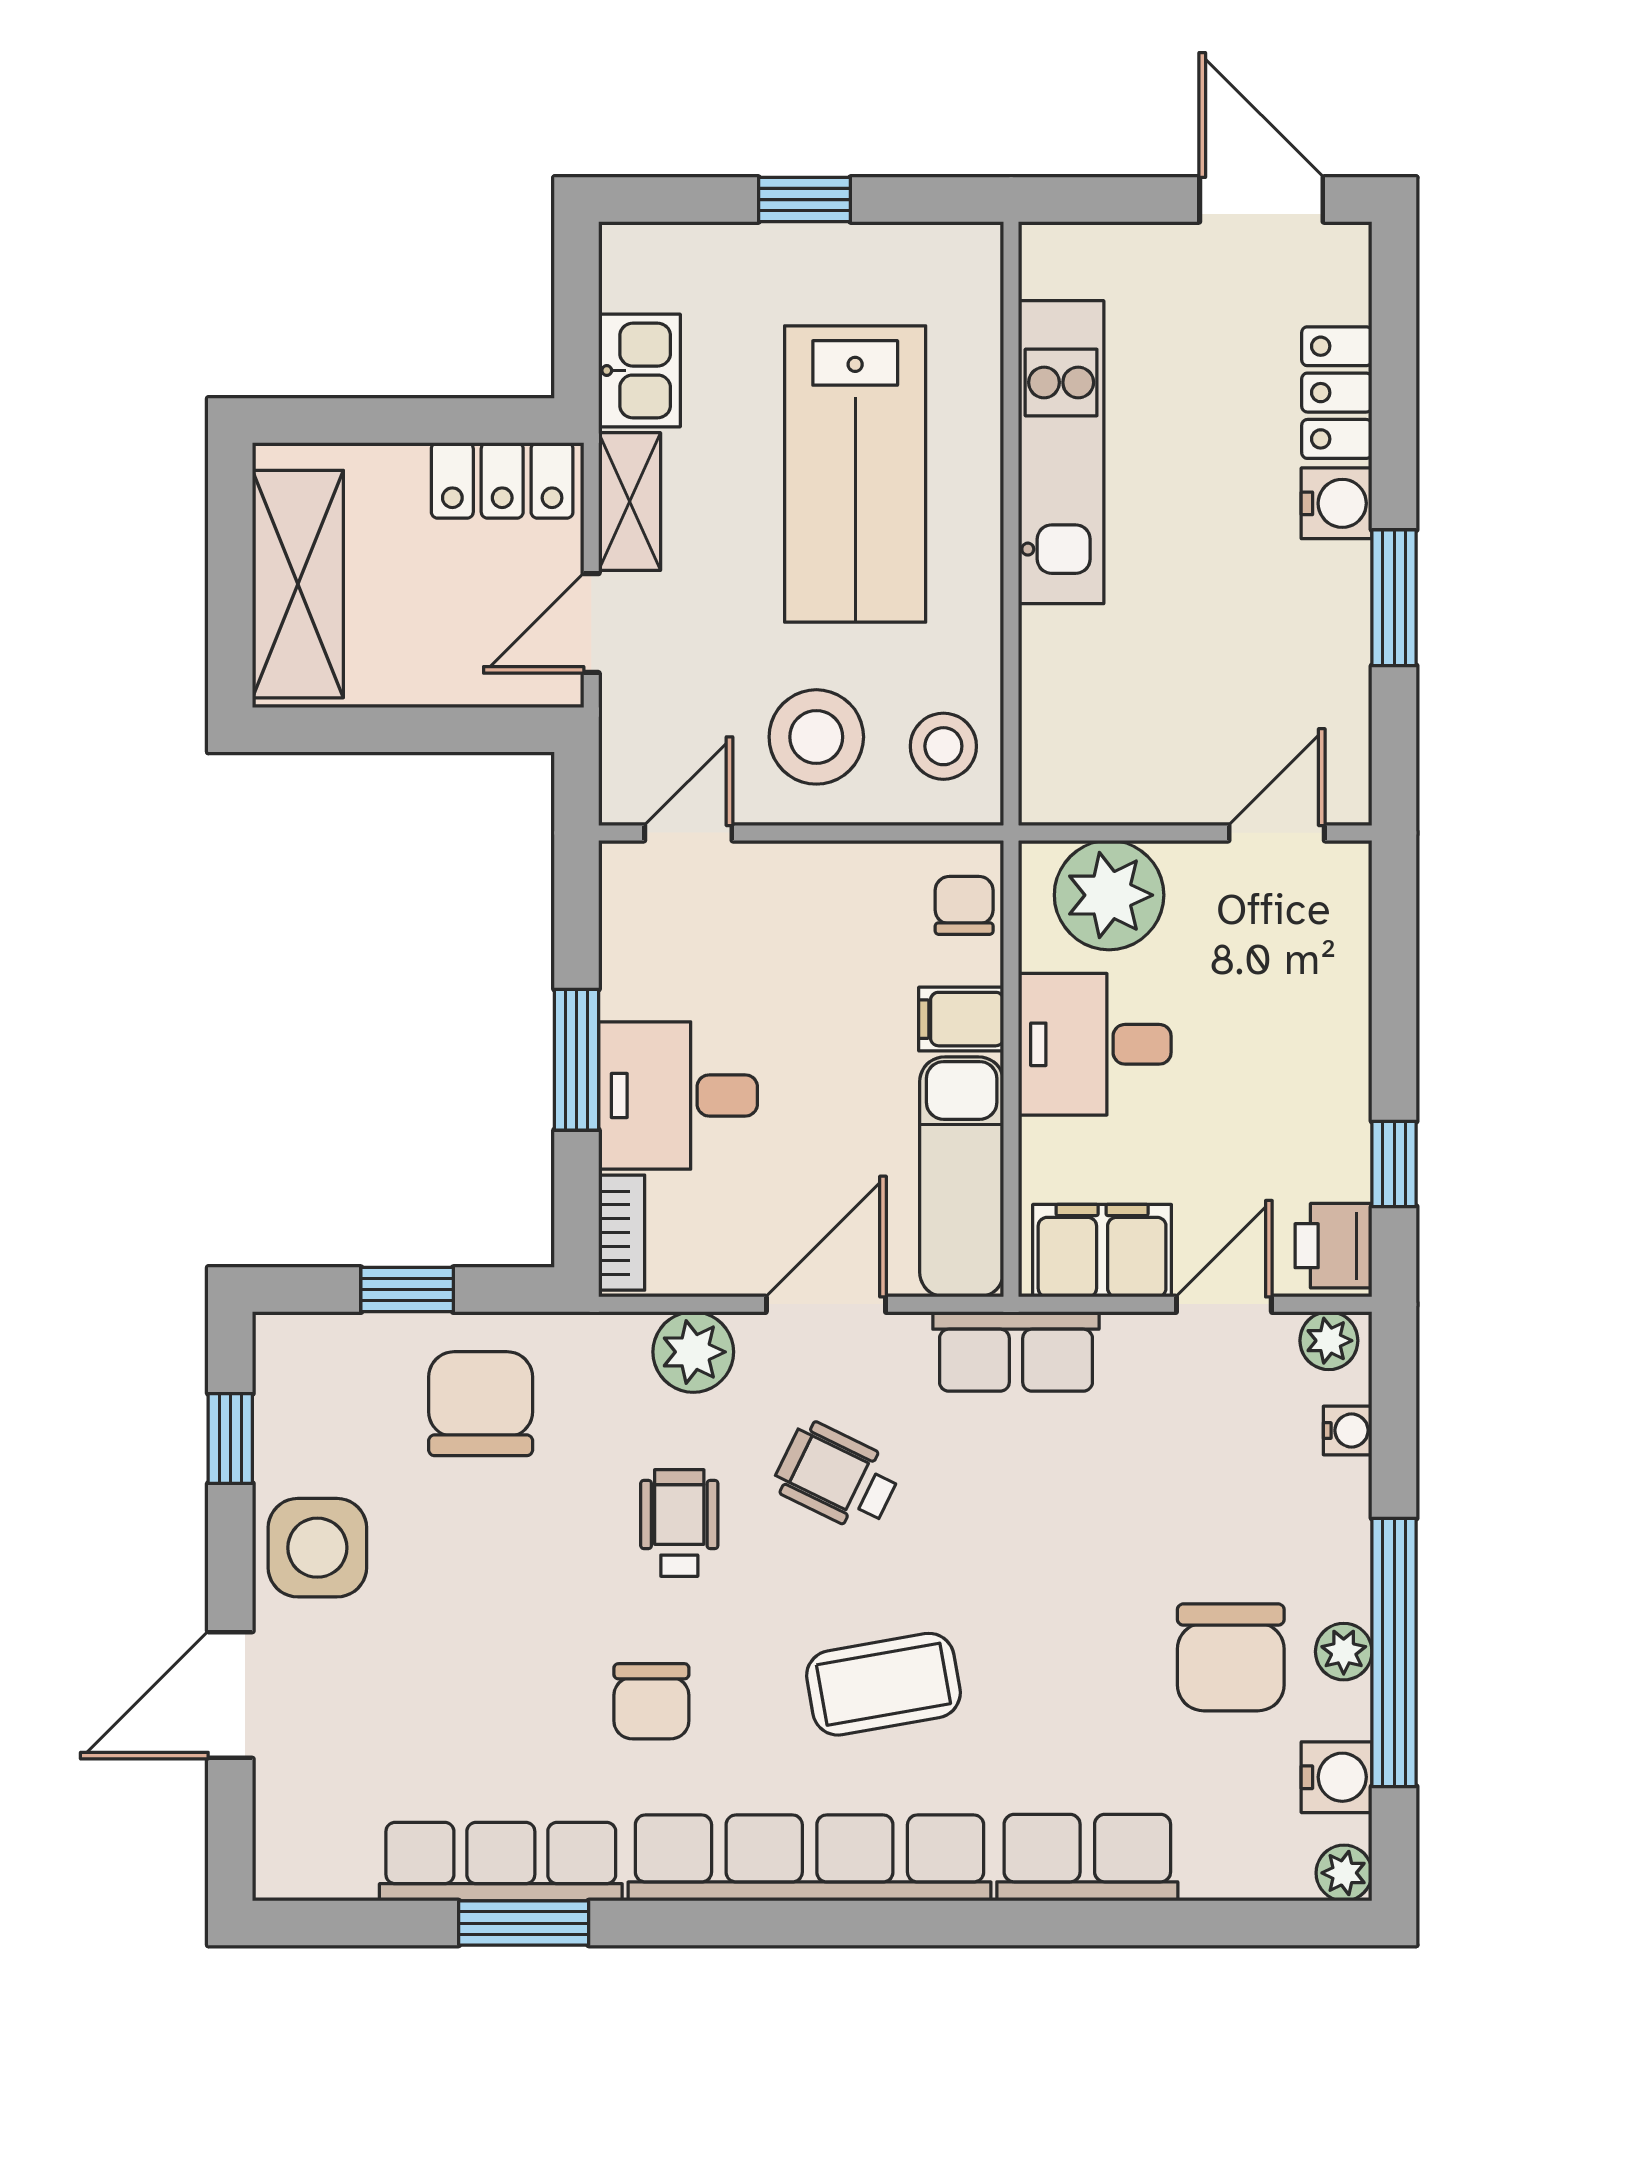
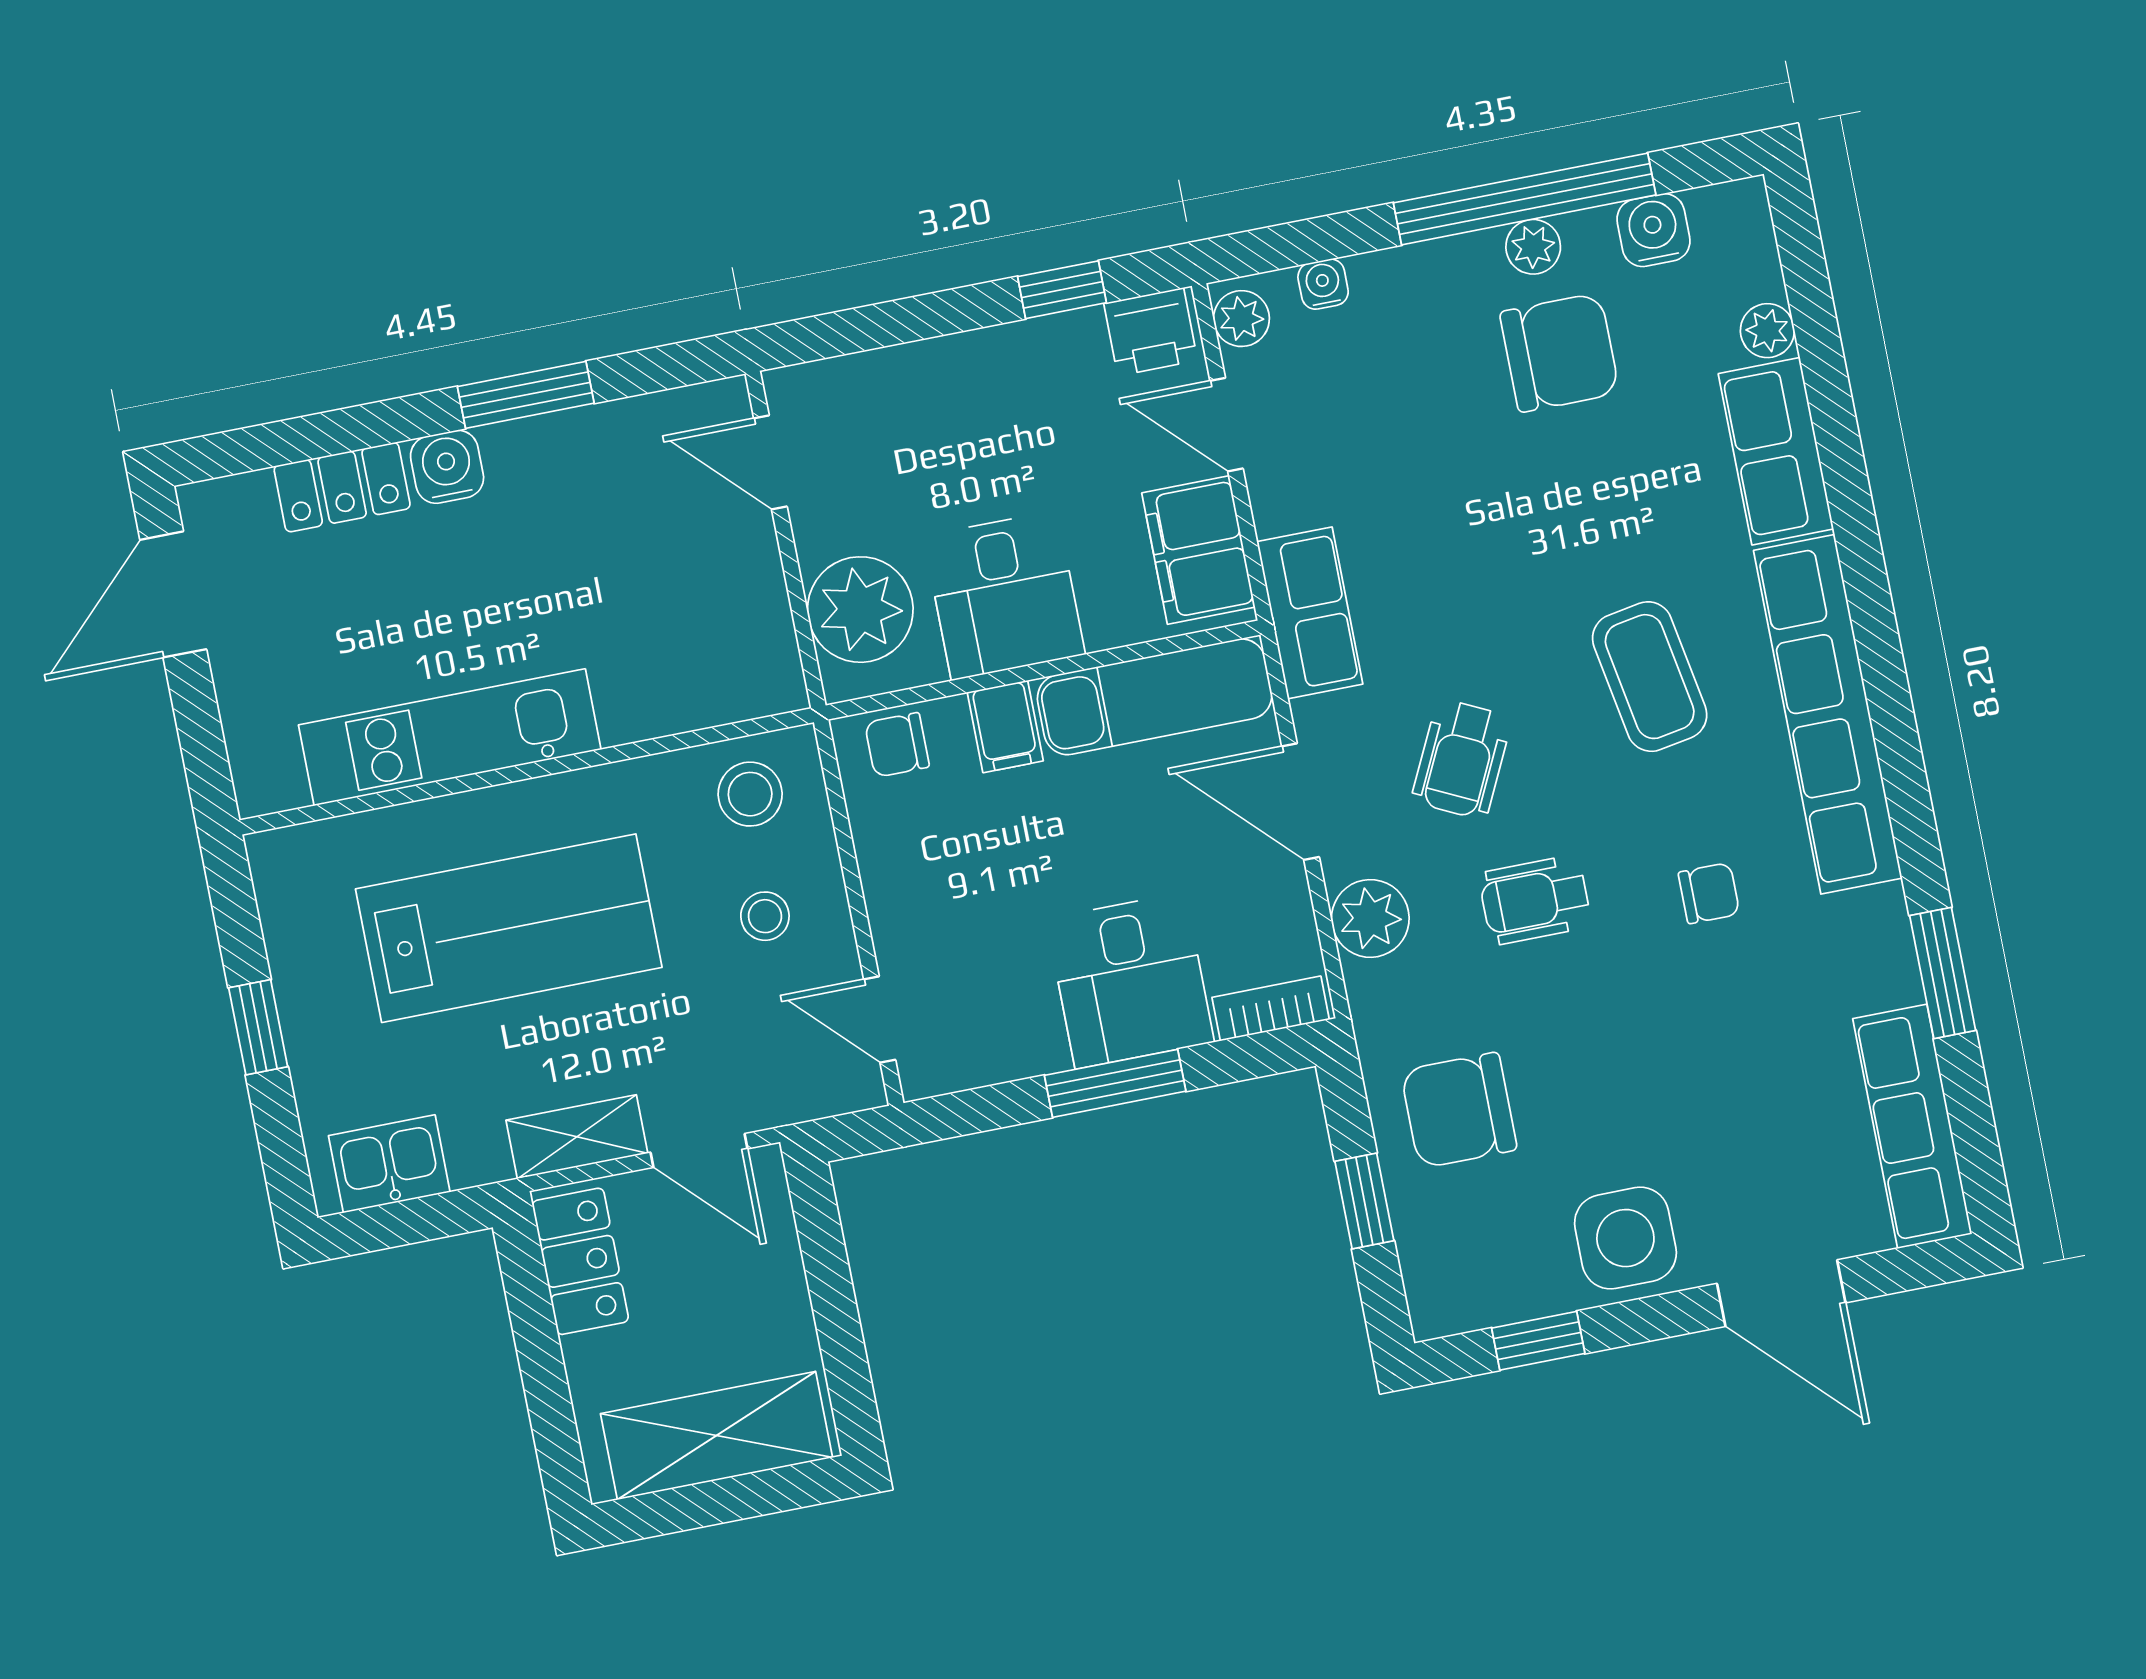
kitchen sink: (639, 371) -> (389, 1164), moved
stool: (816, 737) -> (765, 916), width x0.53, depth x0.53
chair: (651, 1701) -> (1709, 893), width x0.73, depth x0.73
row of seats: (501, 1862) -> (1912, 1126), moved
plant: (1344, 1873) -> (1767, 331), moved

